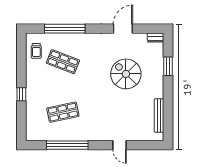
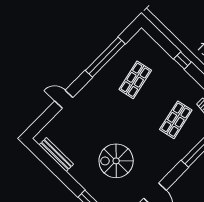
shop shelf: (63, 62) -> (176, 120), turned -33
spiral stairs: (126, 74) -> (116, 161), turned 180

